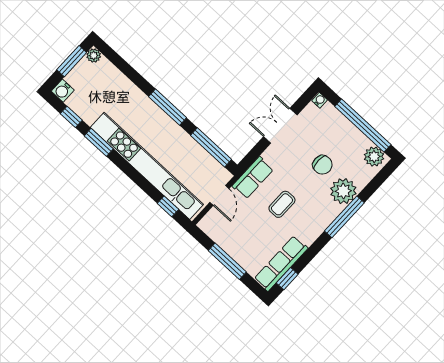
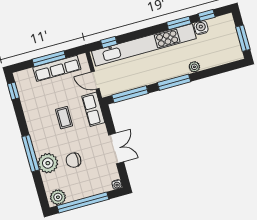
plant: (94, 55) -> (194, 67), moved
water cooler: (63, 91) -> (201, 28), moved
row of seats: (281, 263) -> (57, 68), moved, turned 90

